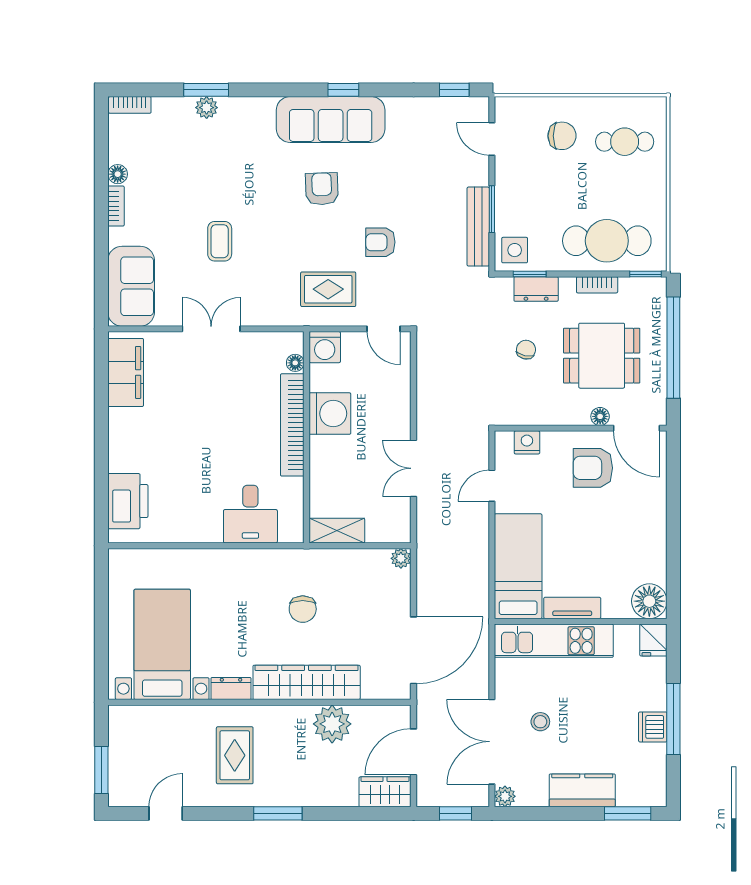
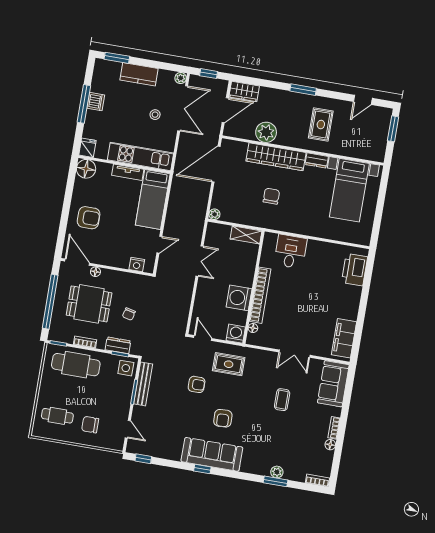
armchair: (593, 468) -> (89, 218), moved

